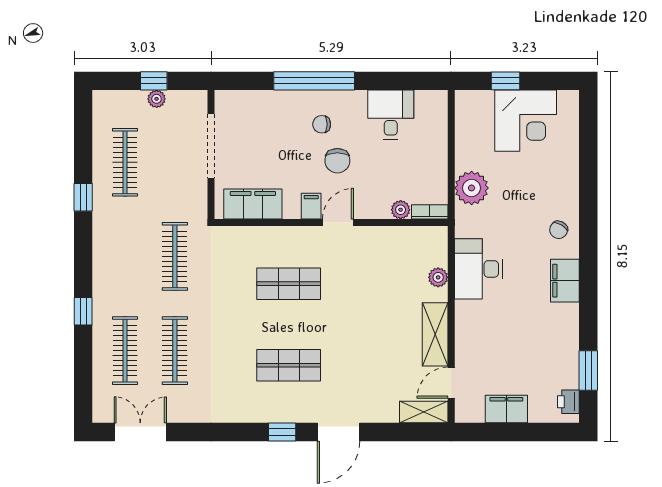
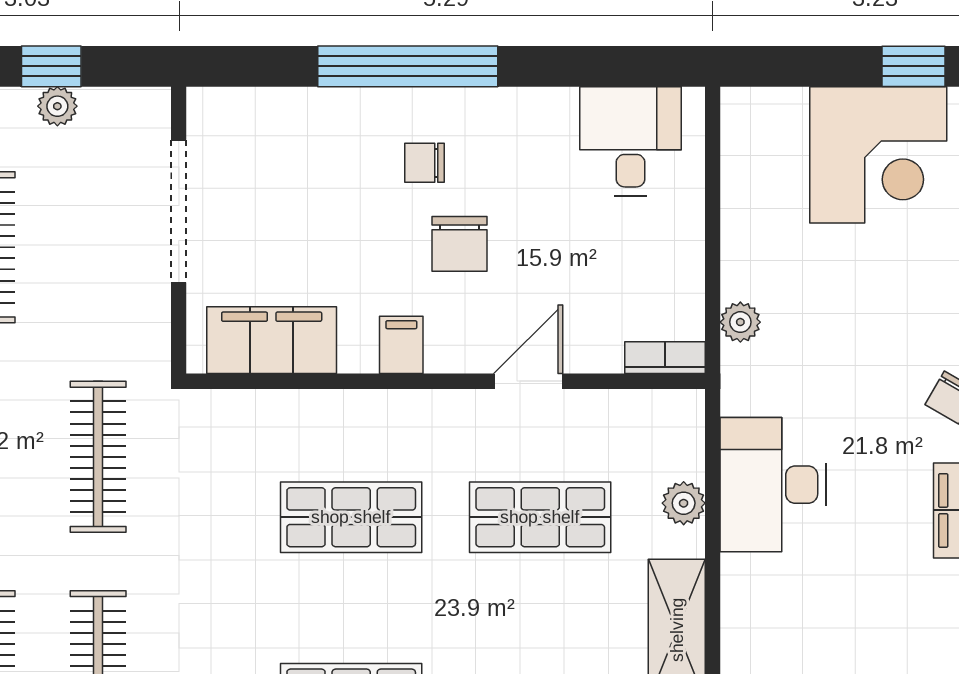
window: (505, 81) -> (913, 66), moved
desk: (391, 115) -> (631, 141), moved
plant: (472, 188) -> (740, 322), width x0.53, depth x0.53
plant: (401, 210) -> (600, 353), removed
door: (338, 222) -> (528, 381), moved
shop shelf: (374, 284) -> (540, 517), added

